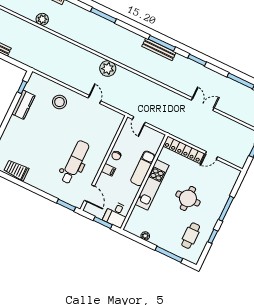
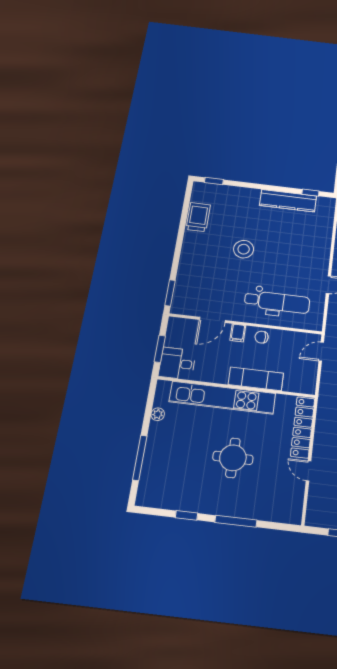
stool: (59, 102) -> (244, 249), moved
kitchen counter: (23, 105) -> (288, 201), width x1.50
dental chair: (75, 162) -> (277, 302), moved
kitchen unit: (152, 185) -> (222, 398), width x1.36
door: (89, 193) -> (212, 320), moved
cafe table: (191, 236) -> (178, 481), removed

